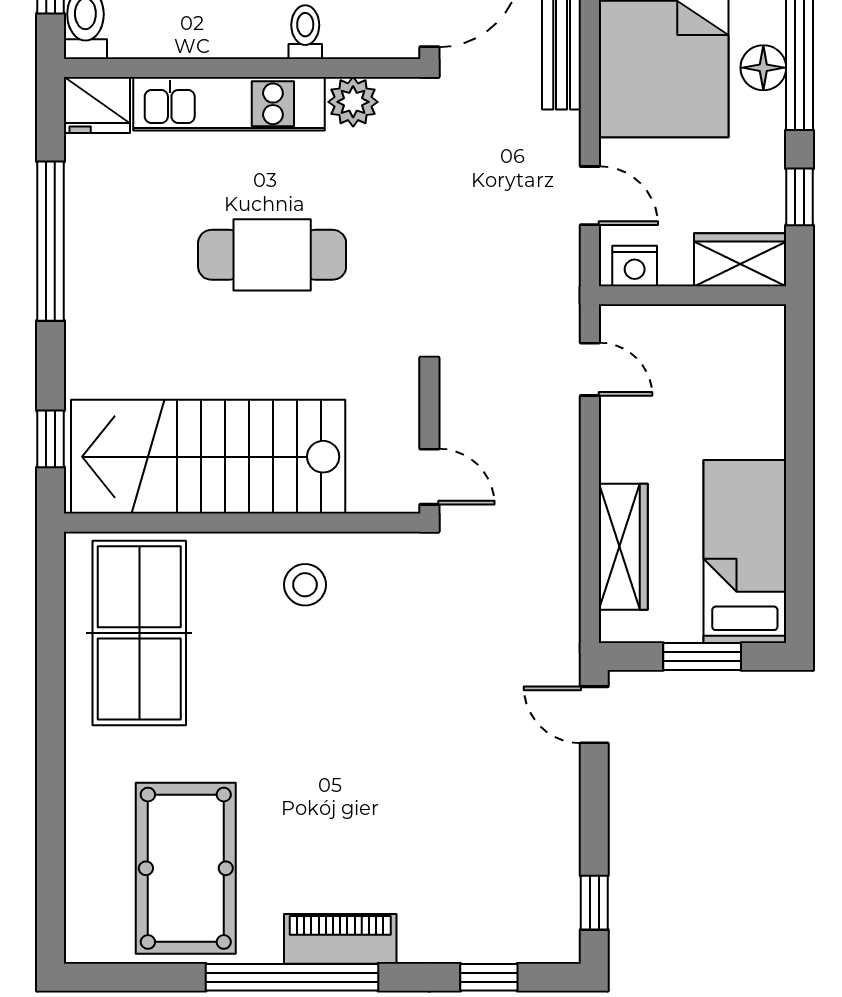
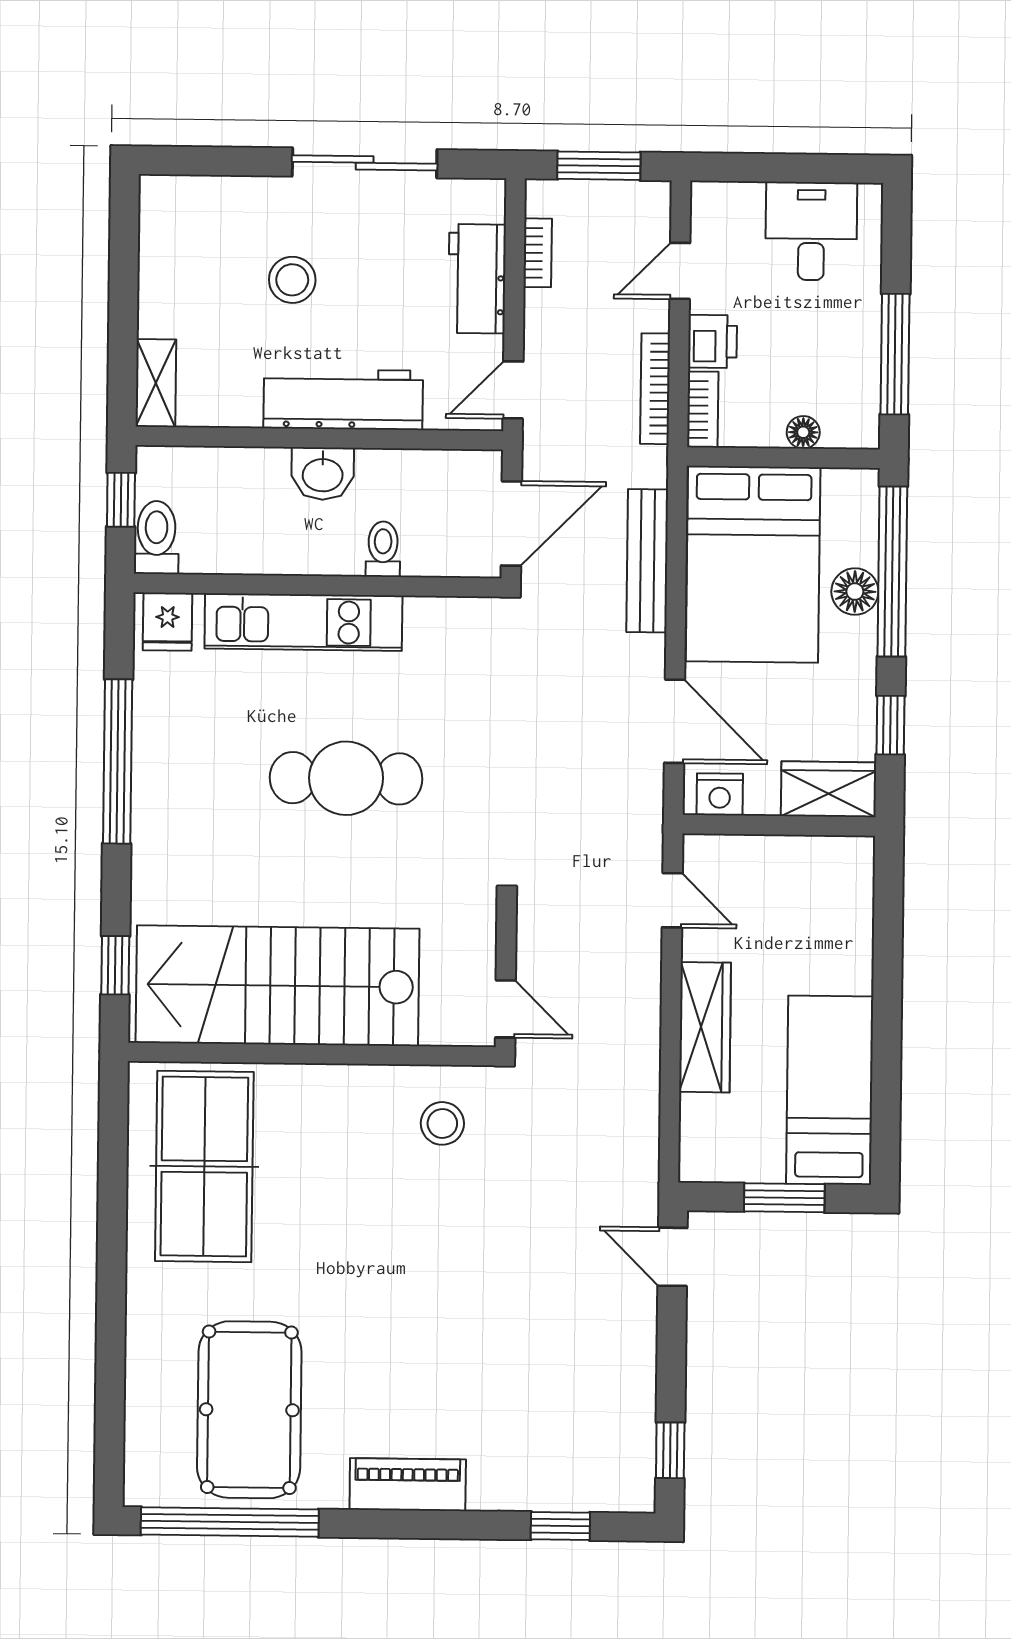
plant: (353, 102) -> (431, 621), removed
fridge: (97, 105) -> (167, 622), width x0.72
door: (590, 196) -> (674, 721), width x1.38
wardrobe: (623, 547) -> (705, 1027), moved
stool: (305, 585) -> (442, 1123), moved
window: (292, 977) -> (230, 1522), moved

